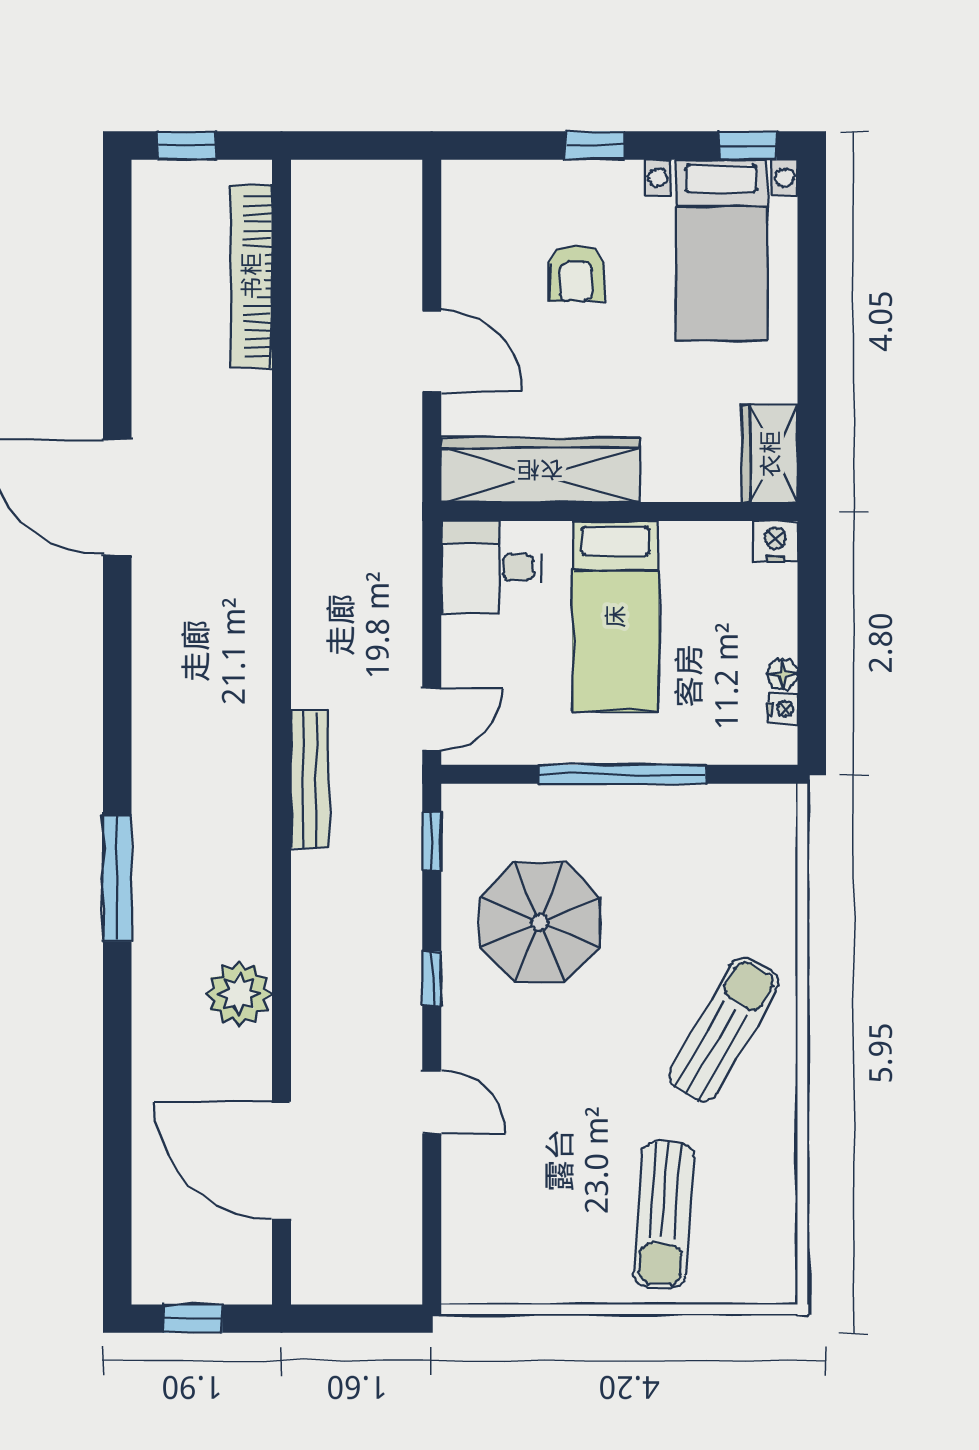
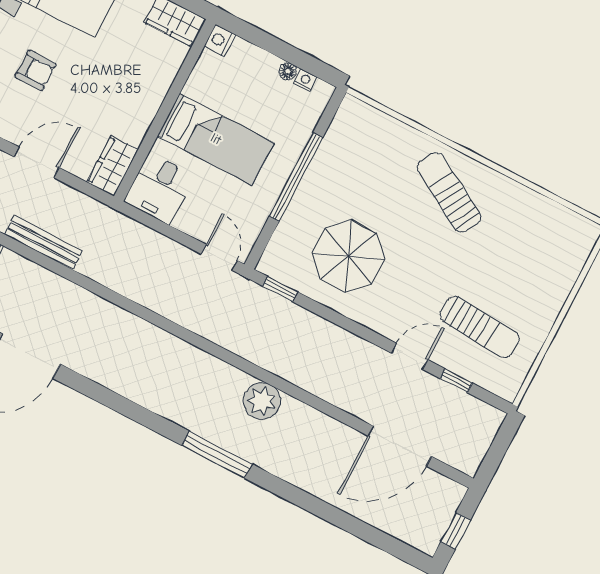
wardrobe: (540, 470) -> (113, 166), width x0.48, depth x0.85
bench: (310, 779) -> (43, 243), moved
window: (432, 979) -> (456, 381), moved
plant: (239, 994) -> (262, 401), moved
sun lounger: (664, 1215) -> (480, 327), moved

